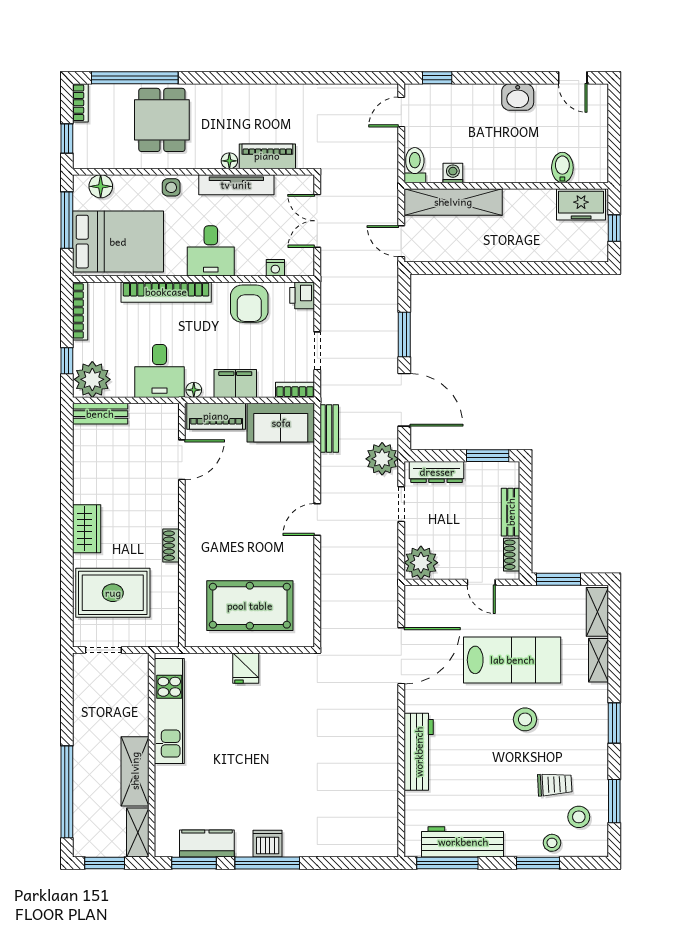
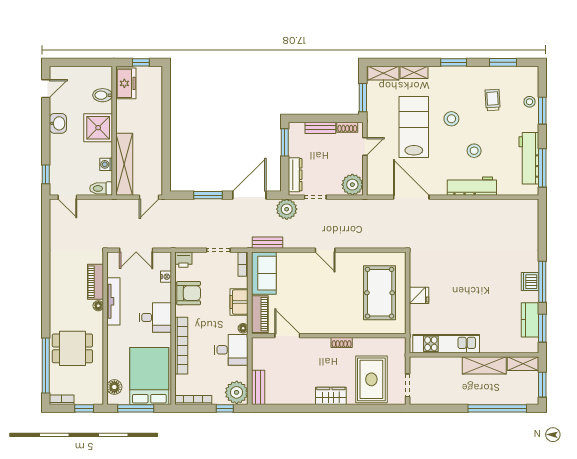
shower: (511, 161) -> (98, 128), added
side table: (171, 187) -> (115, 342), removed
stool: (579, 817) -> (474, 151), moved

